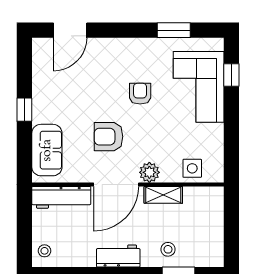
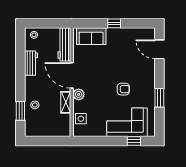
window: (174, 30) -> (159, 98), moved
armchair: (109, 137) -> (99, 71), removed
workbench: (118, 256) -> (31, 63), moved

